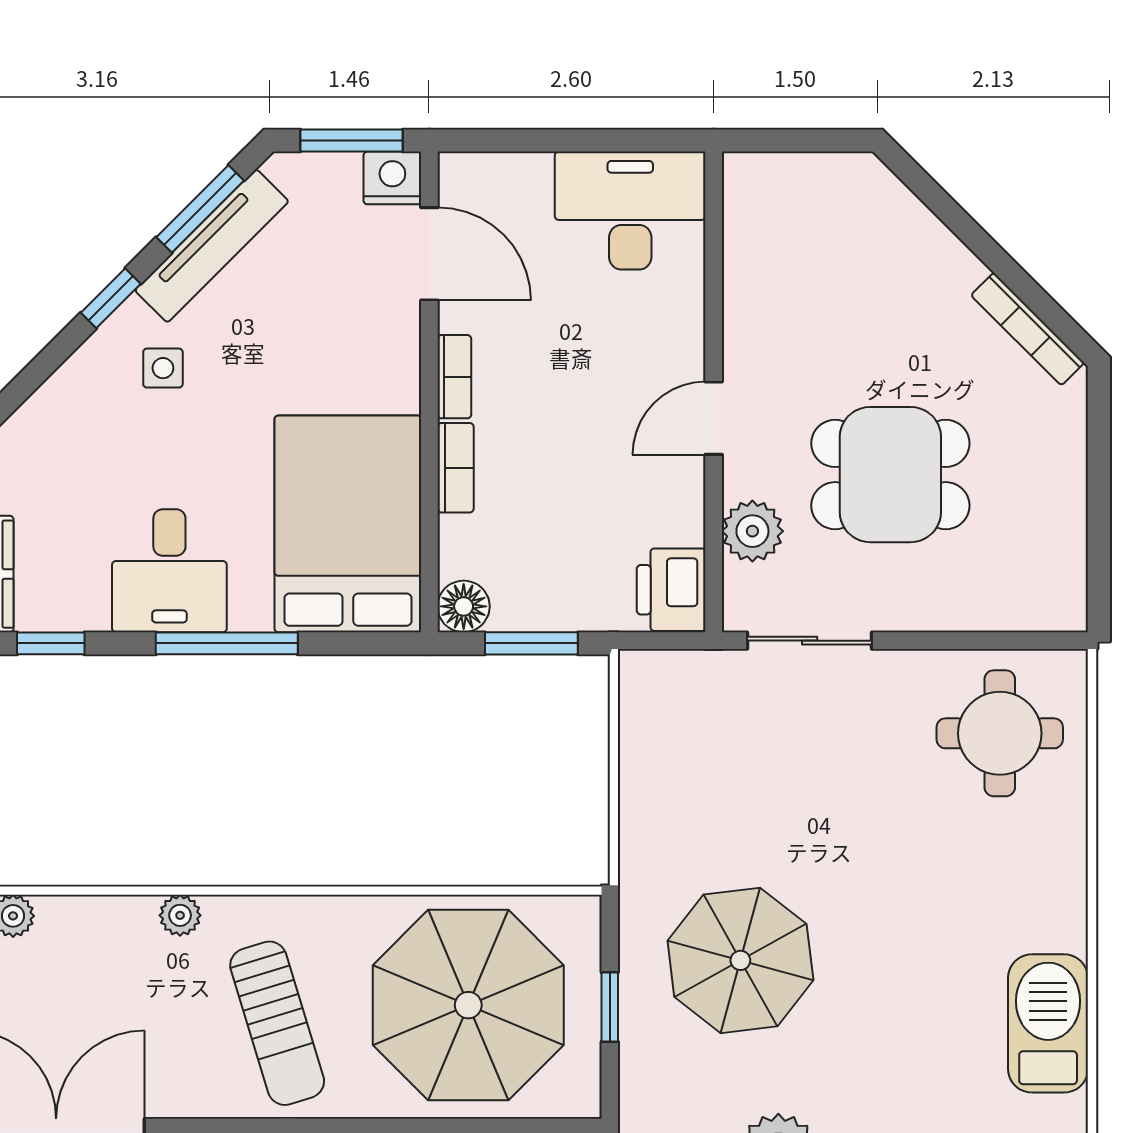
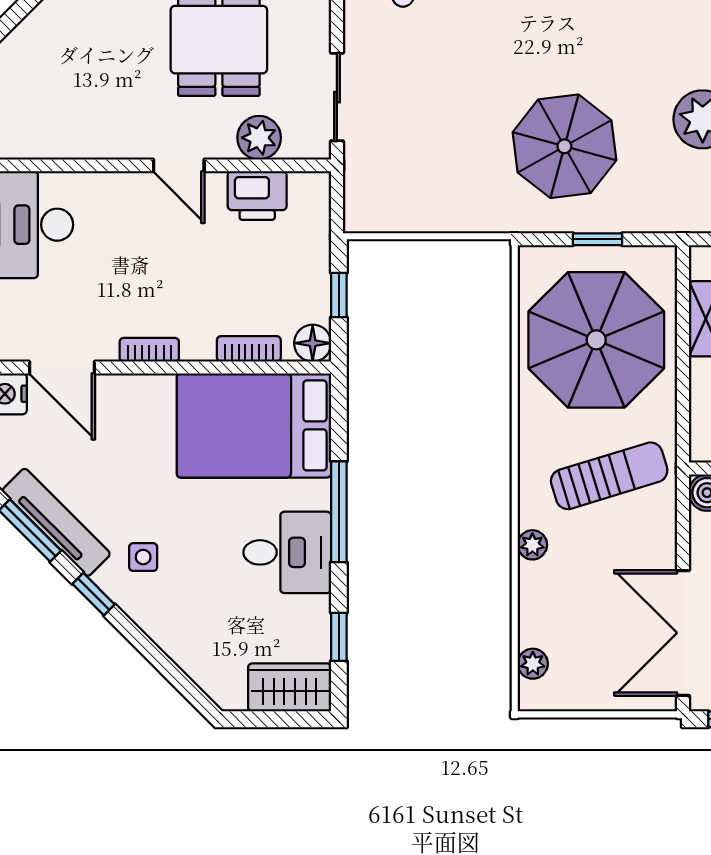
door: (429, 254) -> (62, 367), swing flipped
bookcase: (456, 468) -> (249, 349), moved
printer: (671, 590) -> (257, 196), moved
window: (531, 643) -> (339, 295), width x0.67

